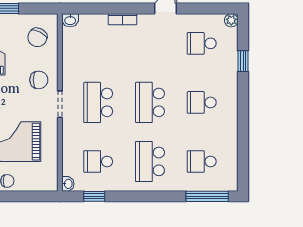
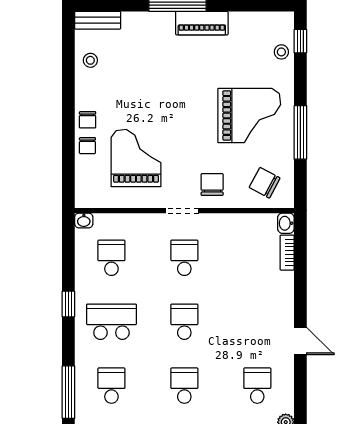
bookcase: (122, 19) -> (287, 253), moved
chair: (39, 80) -> (212, 185), turned 180
school desk: (98, 102) -> (184, 258), width x0.54
school desk: (150, 102) -> (184, 322), width x0.54
window: (94, 196) -> (68, 304), moved

